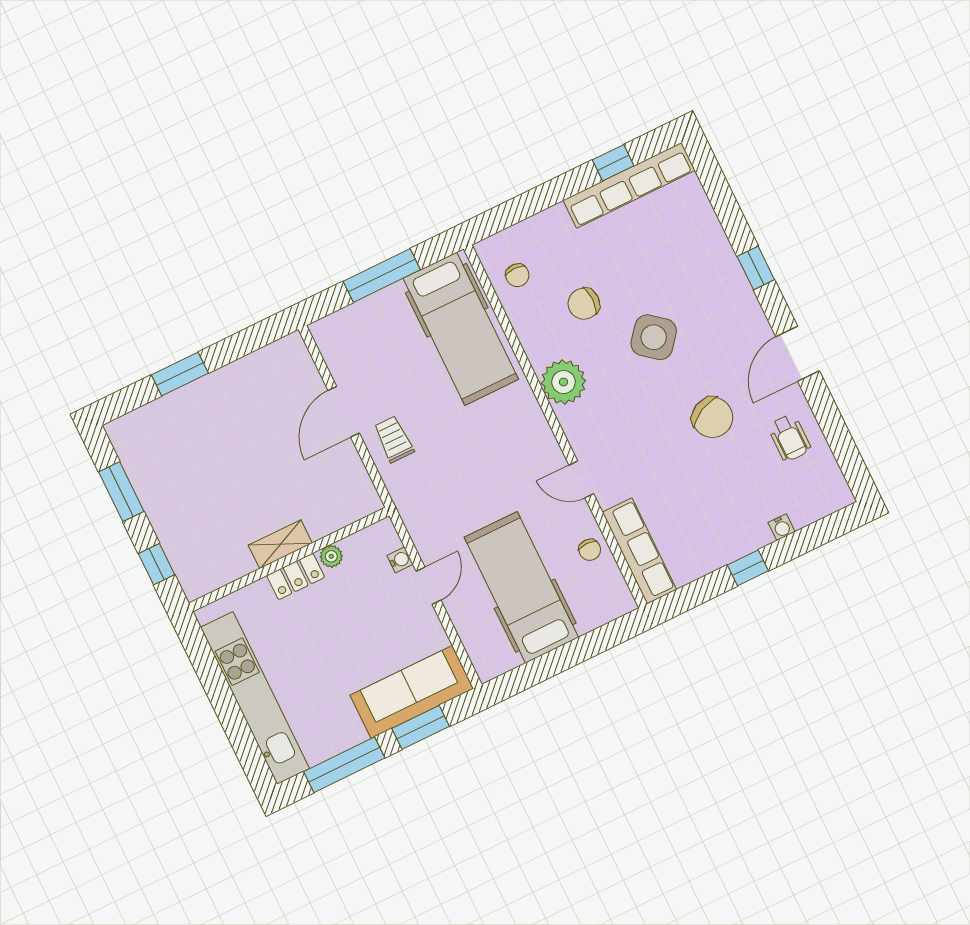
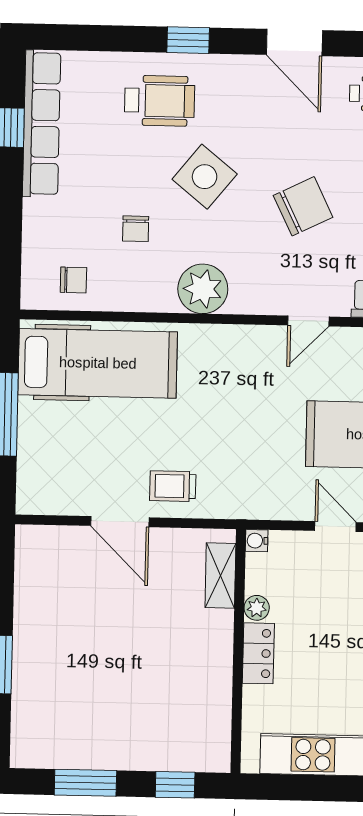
wheelchair: (696, 270) -> (159, 101), added
chair: (584, 304) -> (136, 229), width x0.73, depth x0.73
chair: (712, 417) -> (303, 206), moved
shelving: (280, 544) -> (220, 576), moved
water cooler: (400, 560) -> (257, 541), moved, turned -90

